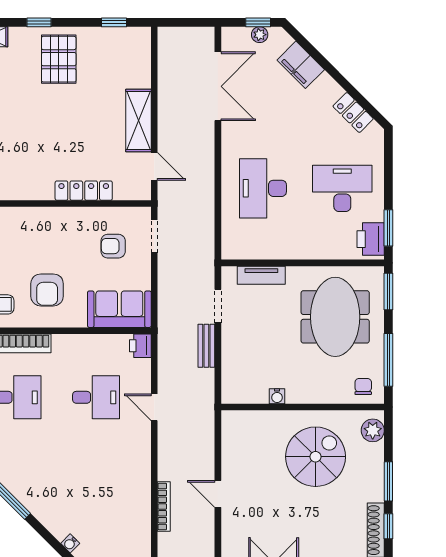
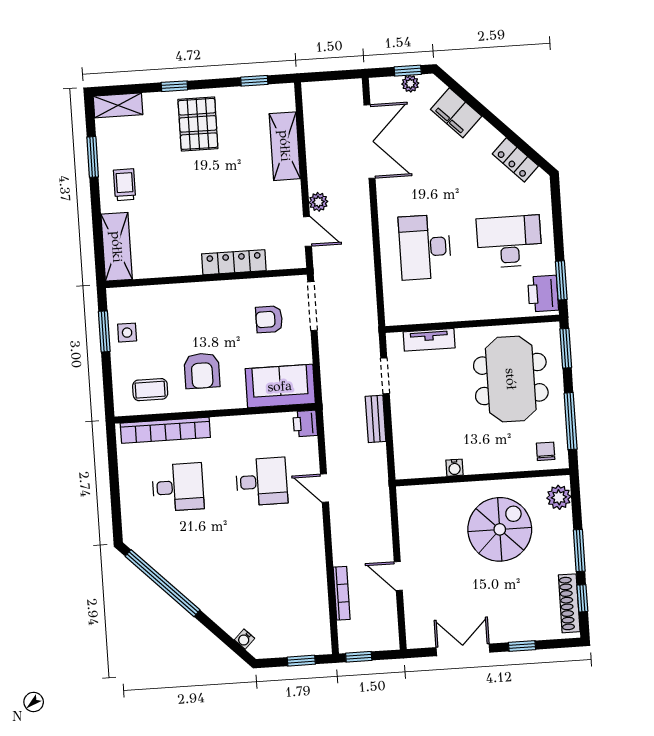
shelving: (139, 120) -> (285, 146), moved
plant: (166, 139) -> (318, 202), added
doorway: (154, 236) -> (312, 306), width x1.38

